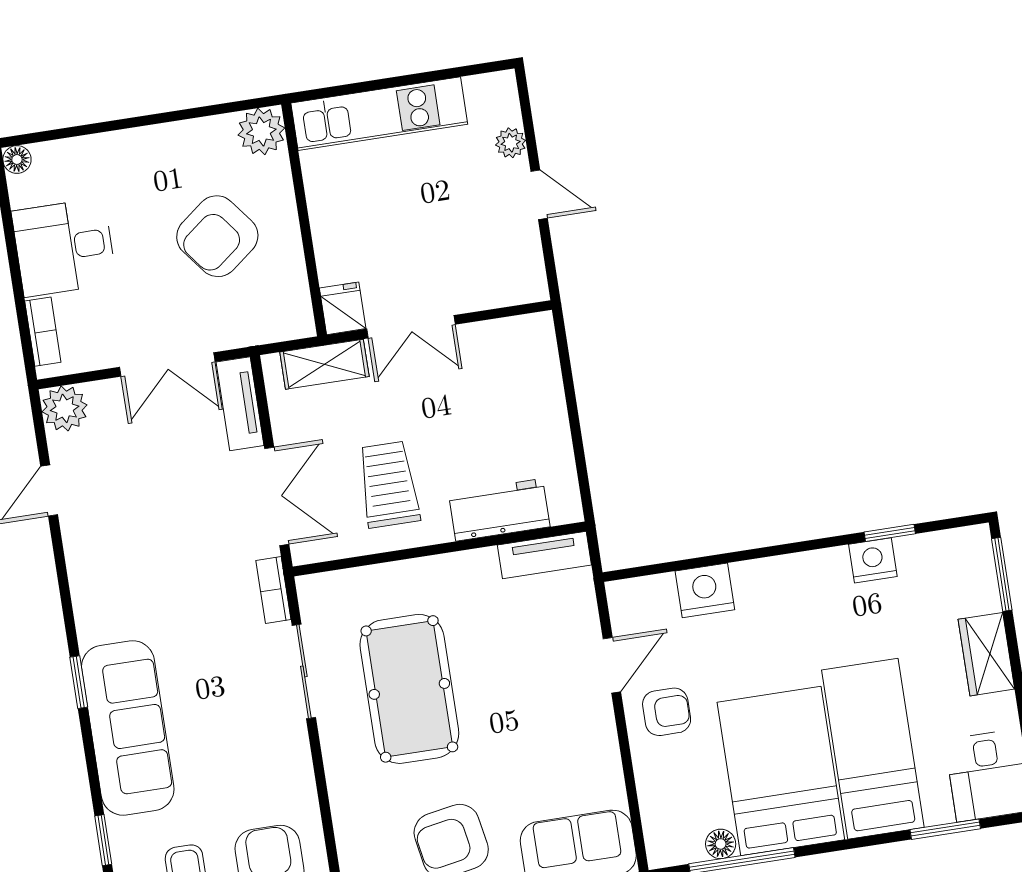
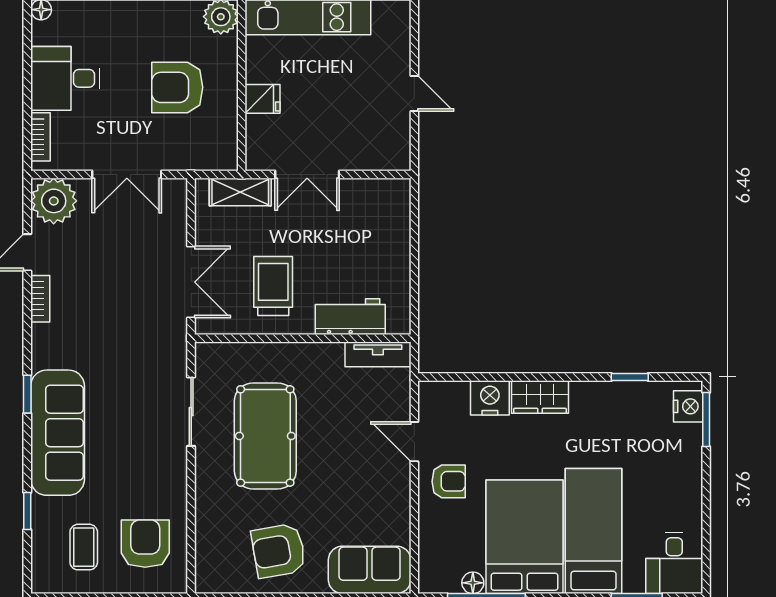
plant: (511, 143) -> (400, 53), removed
armchair: (217, 236) -> (177, 87), turned 38
fridge: (343, 308) -> (263, 99), moved, turned 90
tv unit: (240, 404) -> (175, 211), removed
plant: (65, 408) -> (54, 201), width x1.36, depth x1.36
nightstand: (873, 560) -> (688, 406), moved, turned 90
bookcase: (273, 590) -> (40, 299), moved, turned 180
wardrobe: (986, 654) -> (540, 397), moved, turned -90
door: (612, 665) -> (414, 442), swing flipped

